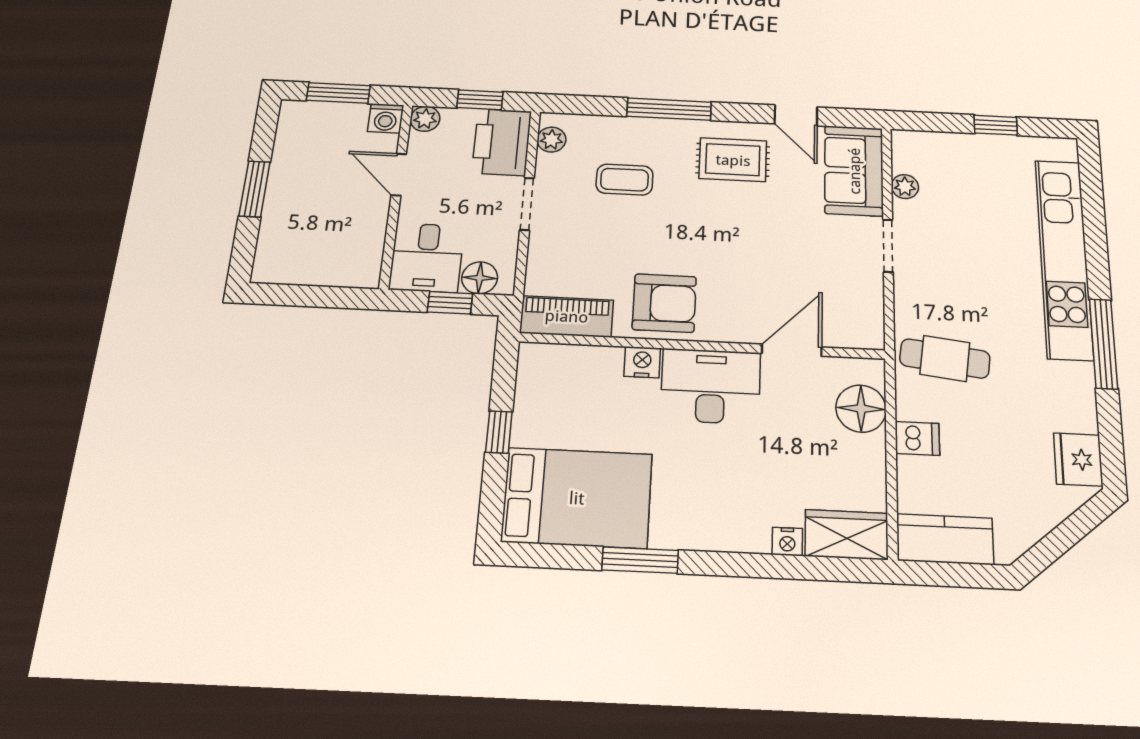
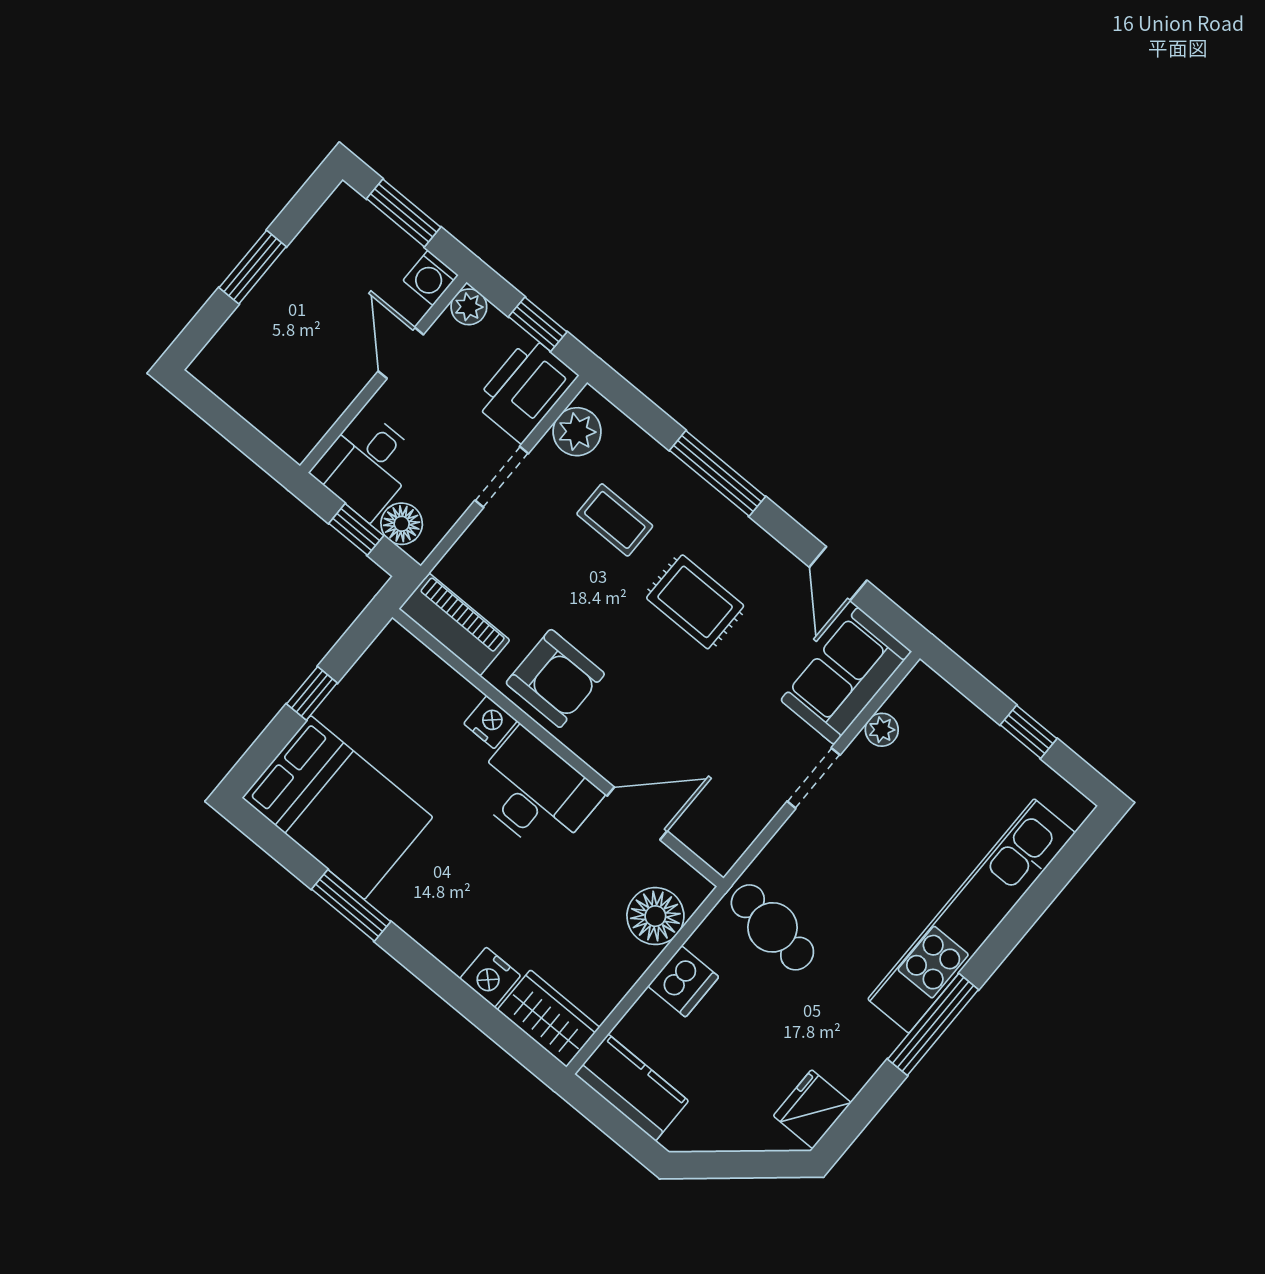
plant: (551, 140) -> (577, 432), width x1.38, depth x1.38
rug: (733, 160) -> (695, 602), moved
dishwasher: (917, 438) -> (683, 981), width x1.38
nightstand: (787, 542) -> (490, 977), width x1.39, depth x1.35

